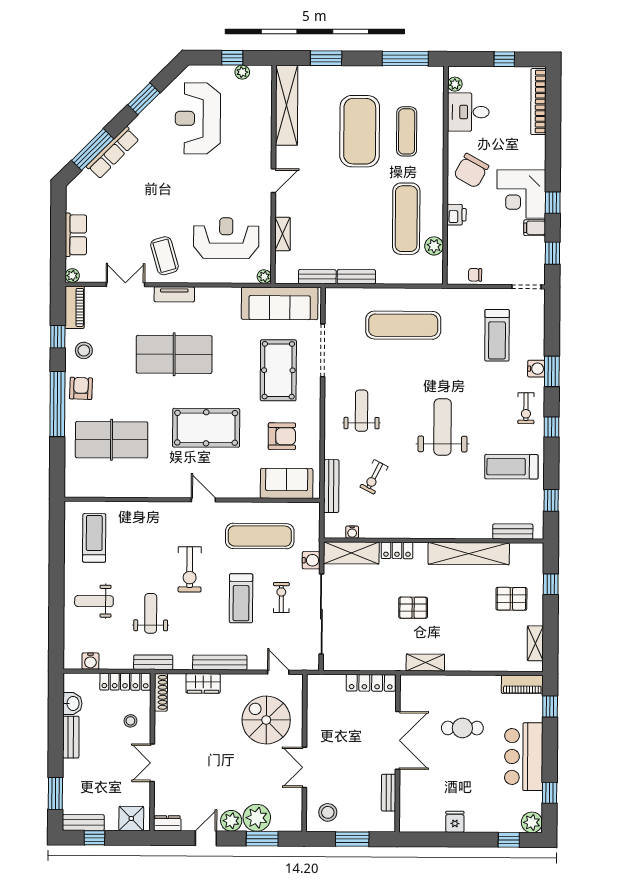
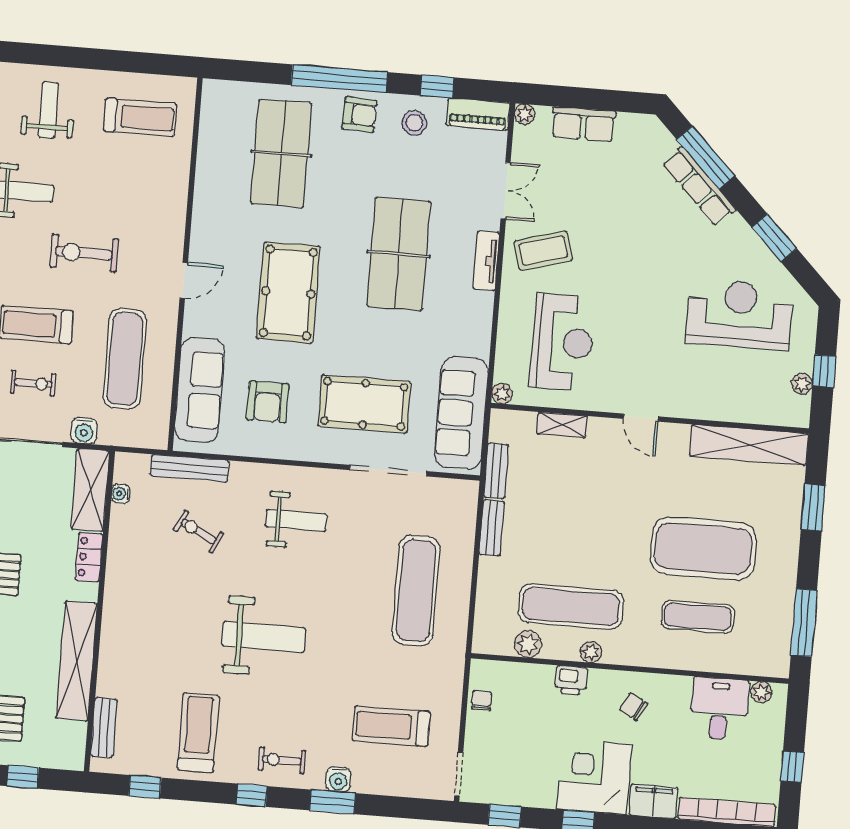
chair: (471, 171) -> (634, 707), width x0.54, depth x0.54
plant: (436, 203) -> (591, 652), added
filing cabinet: (535, 228) -> (653, 801), moved, width x2.00
sofa: (287, 483) -> (200, 390), width x1.36

